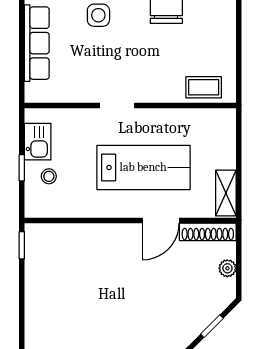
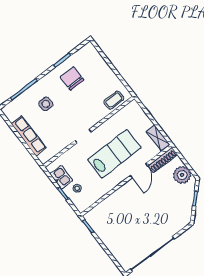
plant: (227, 268) -> (182, 175), width x1.87, depth x1.87

